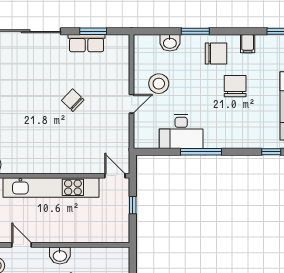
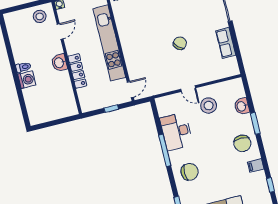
window: (93, 31) -> (236, 46), removed
chair: (235, 86) -> (190, 172), moved
locker: (76, 236) -> (77, 71), added

